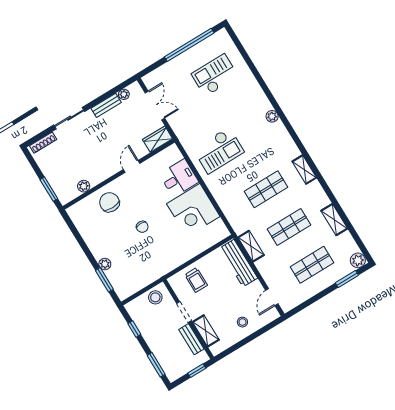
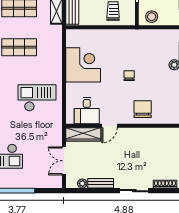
wardrobe: (158, 139) -> (83, 134), width x1.50
desk: (179, 178) -> (87, 111), moved, turned -90
plant: (84, 186) -> (154, 133), removed
chair: (109, 202) -> (143, 109), turned 180

